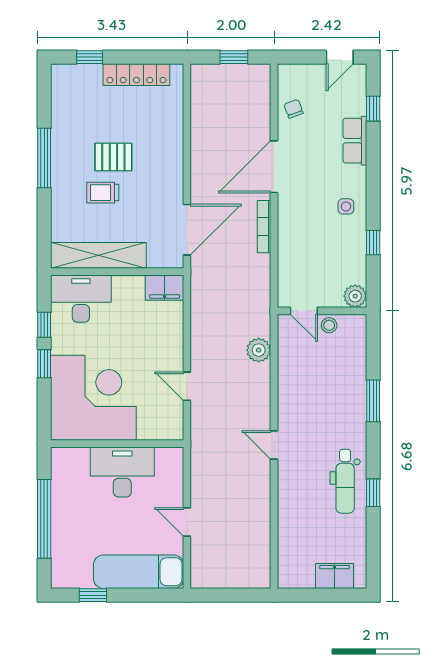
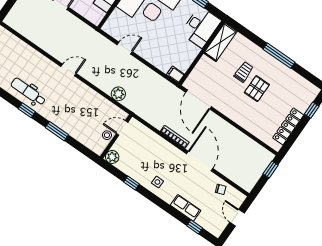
window: (234, 57) -> (271, 169), moved
door: (340, 57) -> (237, 218), moved
shelving: (98, 255) -> (220, 42), width x0.68
filing cabinet: (165, 288) -> (175, 74), width x0.50
window: (373, 493) -> (27, 110), moved

